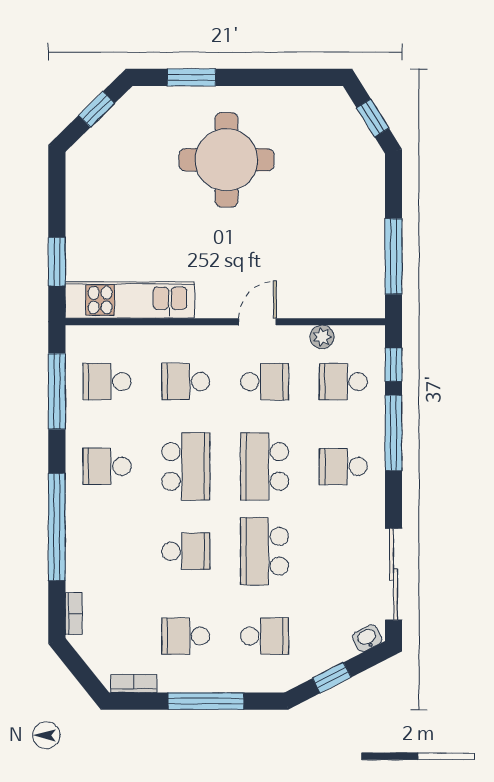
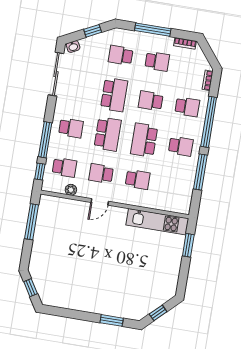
round table: (226, 160) -> (102, 279), removed
school desk: (107, 382) -> (187, 107), moved
window: (57, 391) -> (200, 172), moved

